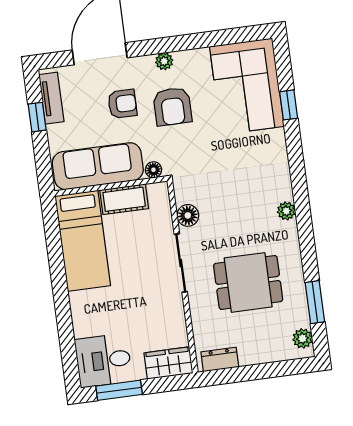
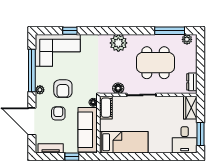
window: (200, 40) -> (32, 71), added
armchair: (172, 106) -> (63, 89), turned 90
window: (37, 117) -> (72, 157), moved
cot: (124, 199) -> (106, 108), moved
plant: (286, 211) -> (118, 43), width x1.88, depth x1.88
dining table: (248, 282) -> (155, 63), width x1.38
window: (315, 302) -> (170, 31), width x1.44

